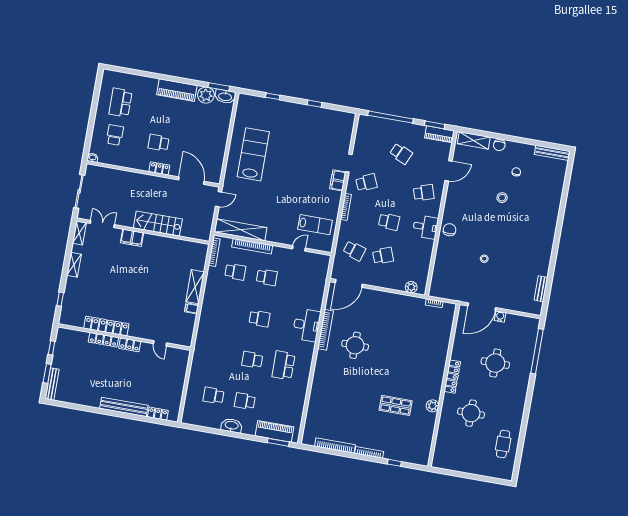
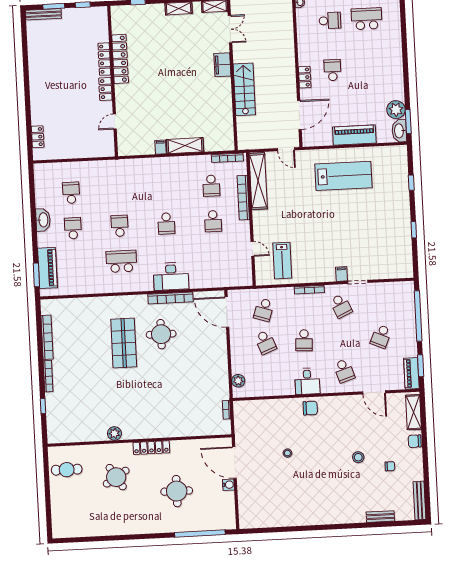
piano: (177, 90) -> (354, 135), moved, turned 90
filing cabinet: (338, 180) -> (342, 274), width x0.50
bench: (541, 289) -> (380, 517), moved
shop shelf: (396, 405) -> (124, 343), moved, width x1.43, depth x1.36
bench: (124, 407) -> (36, 98), removed
round table: (471, 413) -> (116, 477), turned -32
cafe table: (503, 444) -> (67, 470), moved

